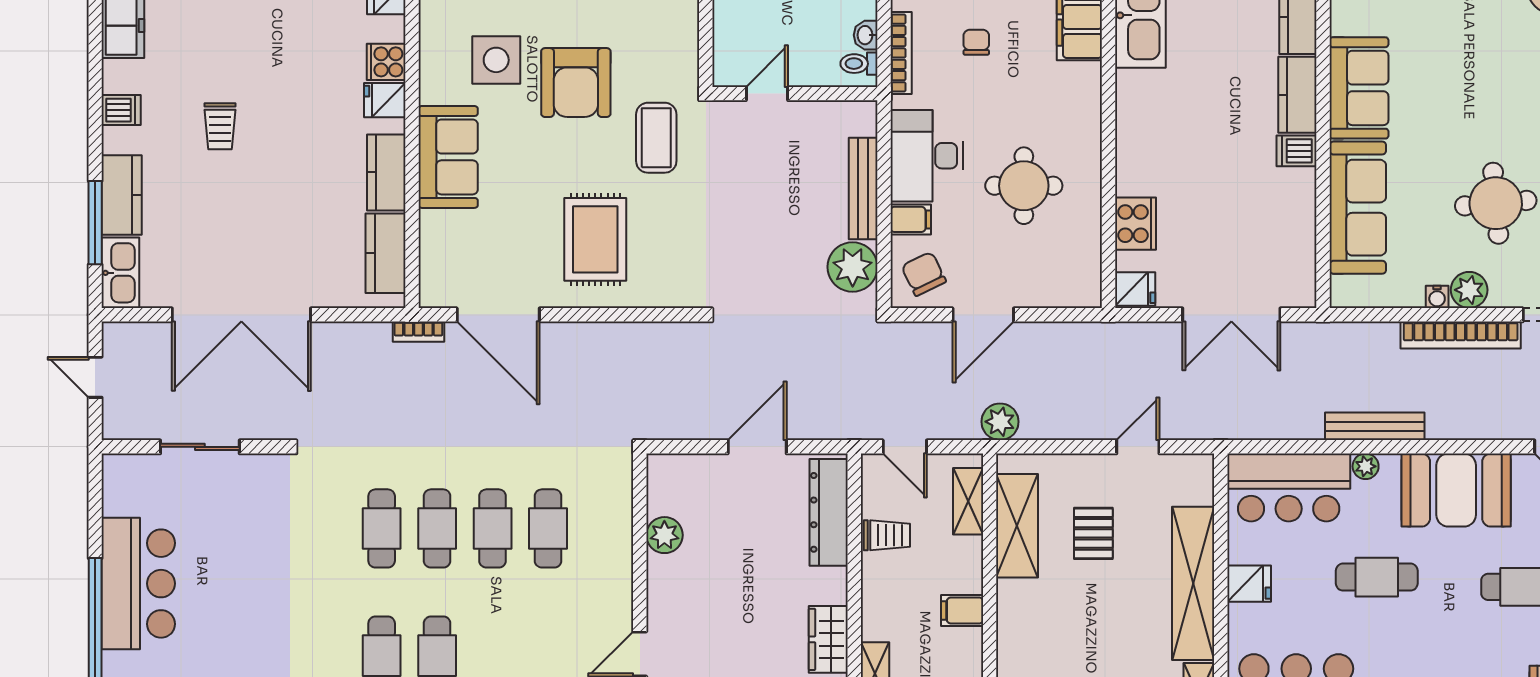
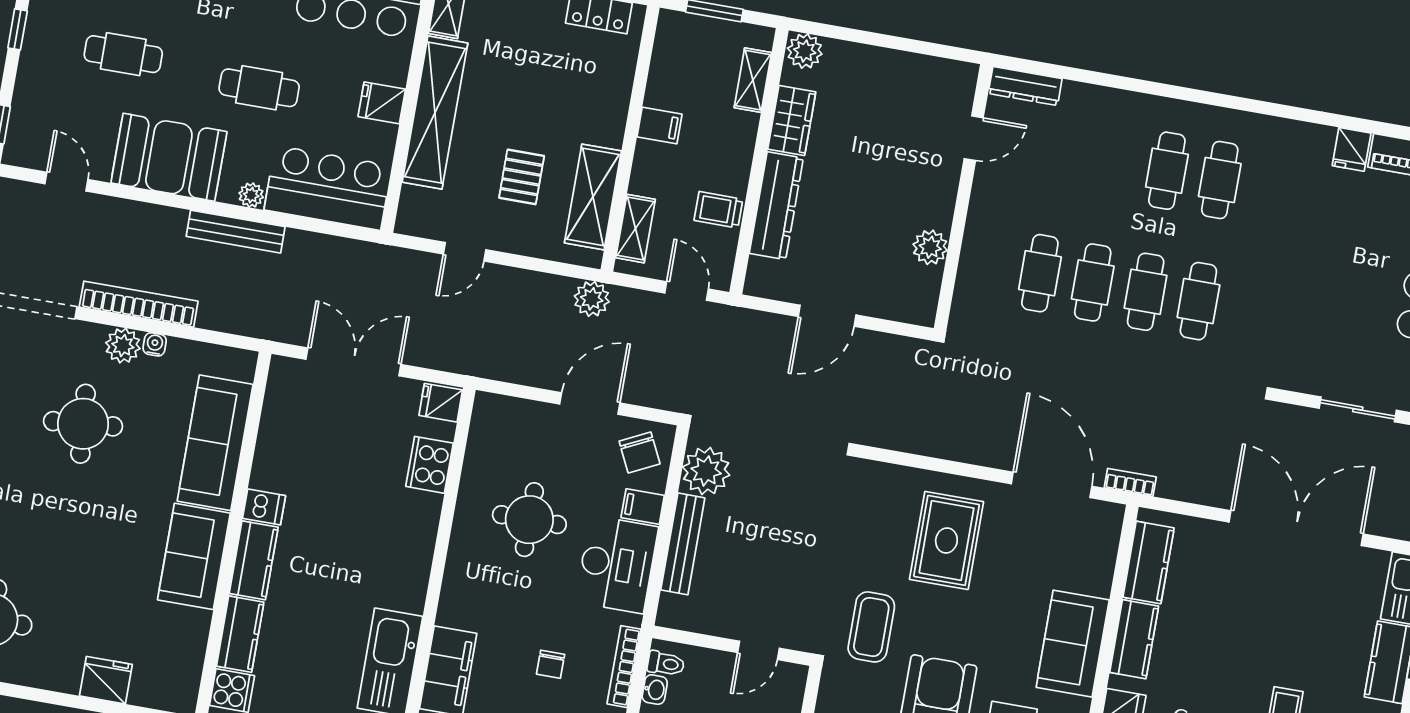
dresser: (829, 512) -> (776, 206), moved

